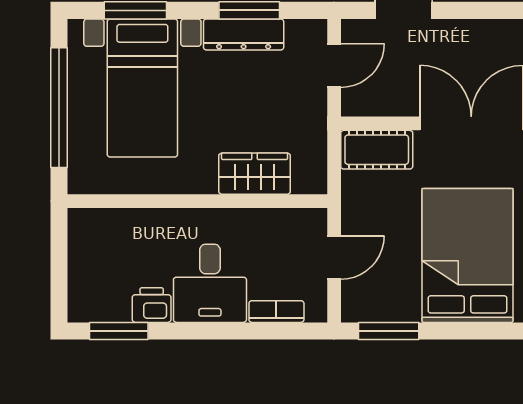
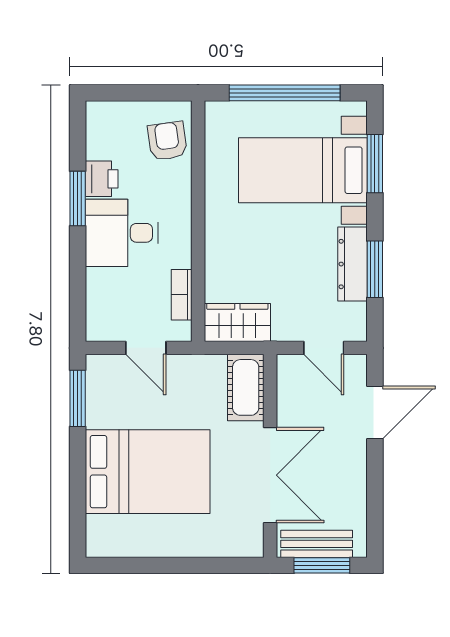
wardrobe: (255, 174) -> (237, 322), moved, turned -90
armchair: (111, 234) -> (167, 141), added
bookcase: (276, 312) -> (182, 295), moved, turned 180
window: (119, 331) -> (78, 198), moved

